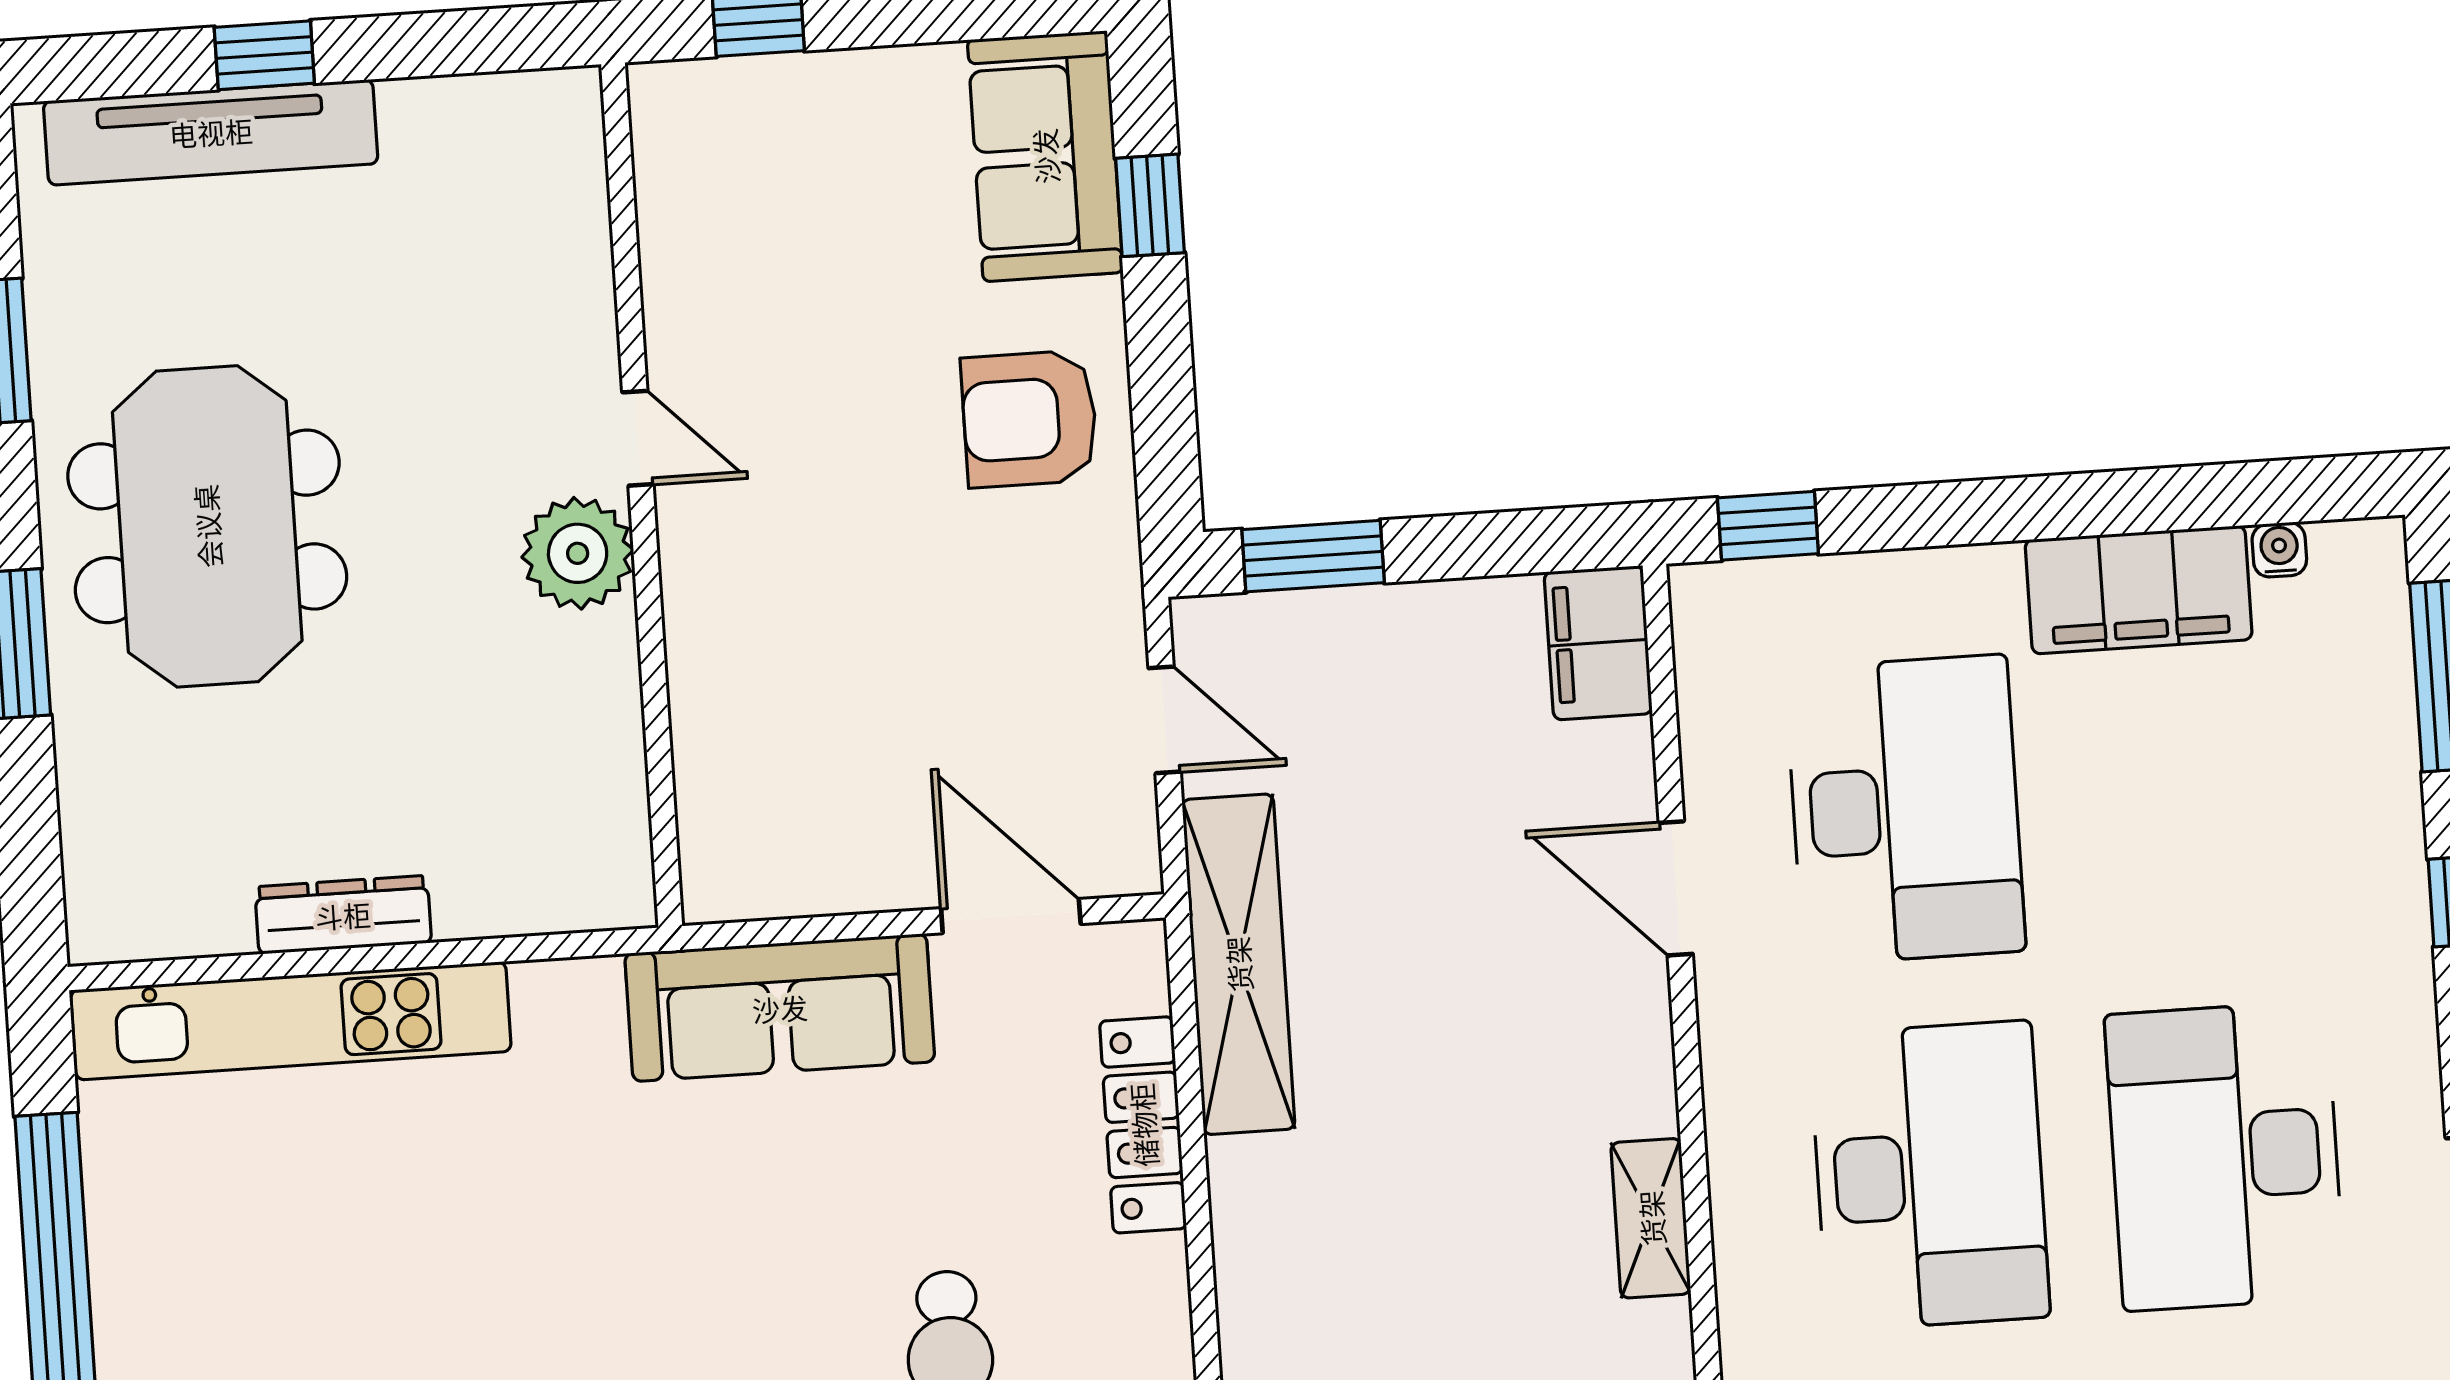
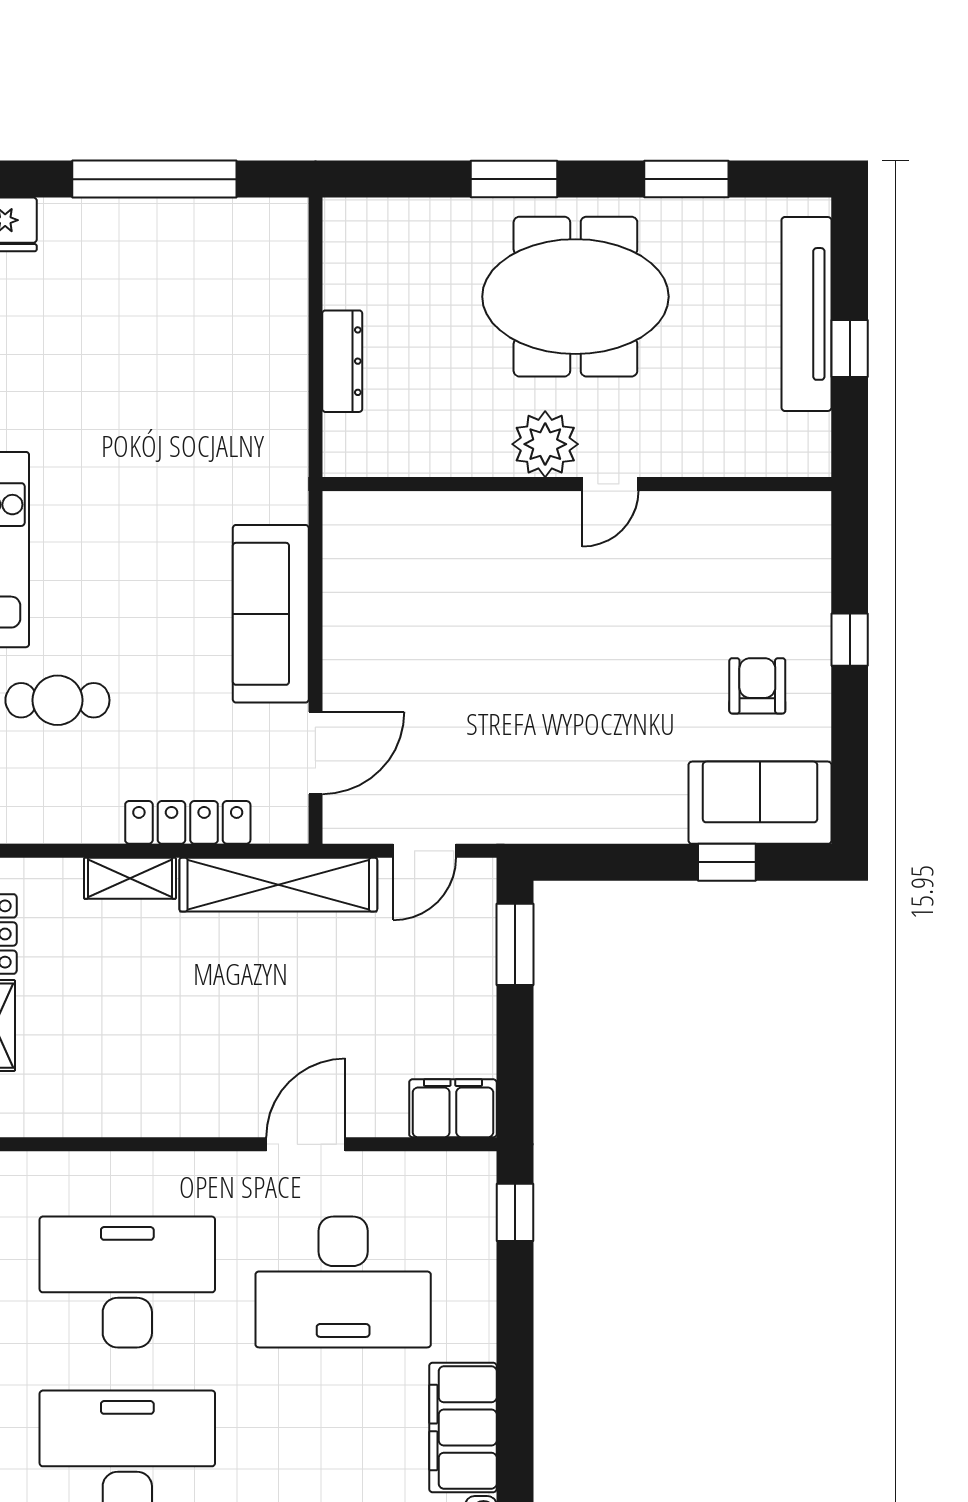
armchair: (1029, 419) -> (757, 686), moved, width x0.72, depth x0.72
door: (638, 438) -> (610, 484), moved
wall: (642, 495) -> (577, 484), moved
plant: (578, 553) -> (545, 444), moved
kitchen unit: (291, 1021) -> (282, 326), removed
desk: (1930, 1176) -> (127, 1282), turned 180
shelving: (1651, 1218) -> (130, 878), moved

